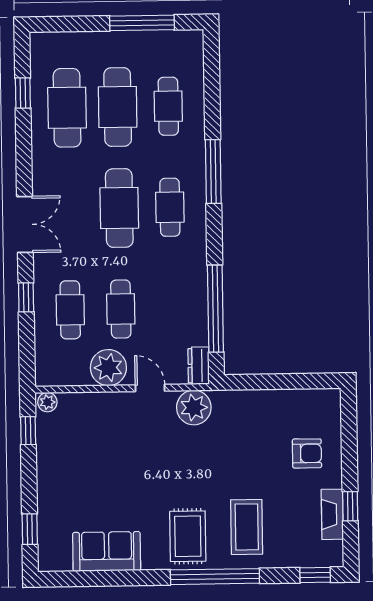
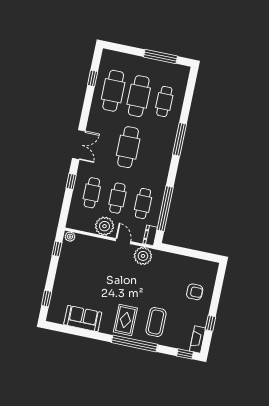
cafe table: (170, 207) -> (143, 203), moved
fireplace: (332, 514) -> (198, 339), moved

